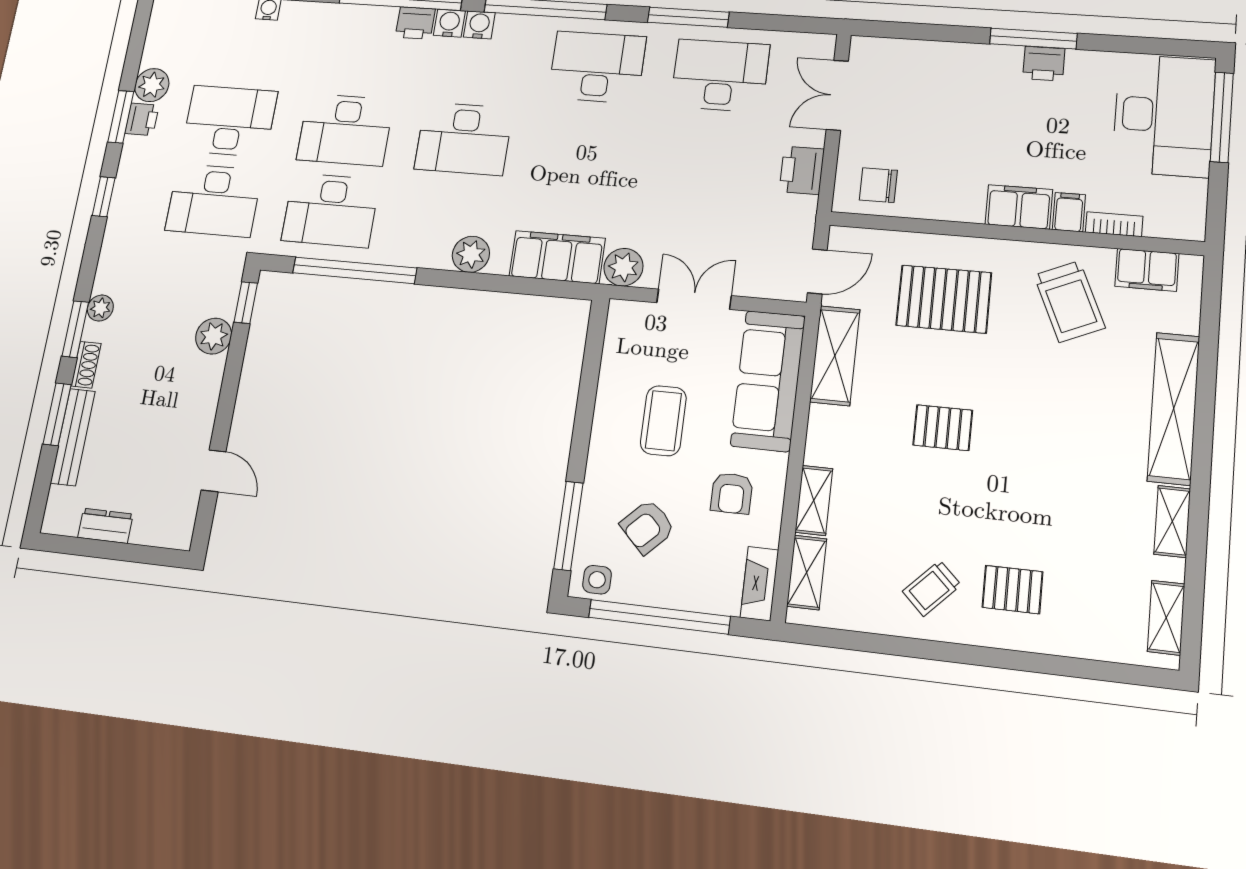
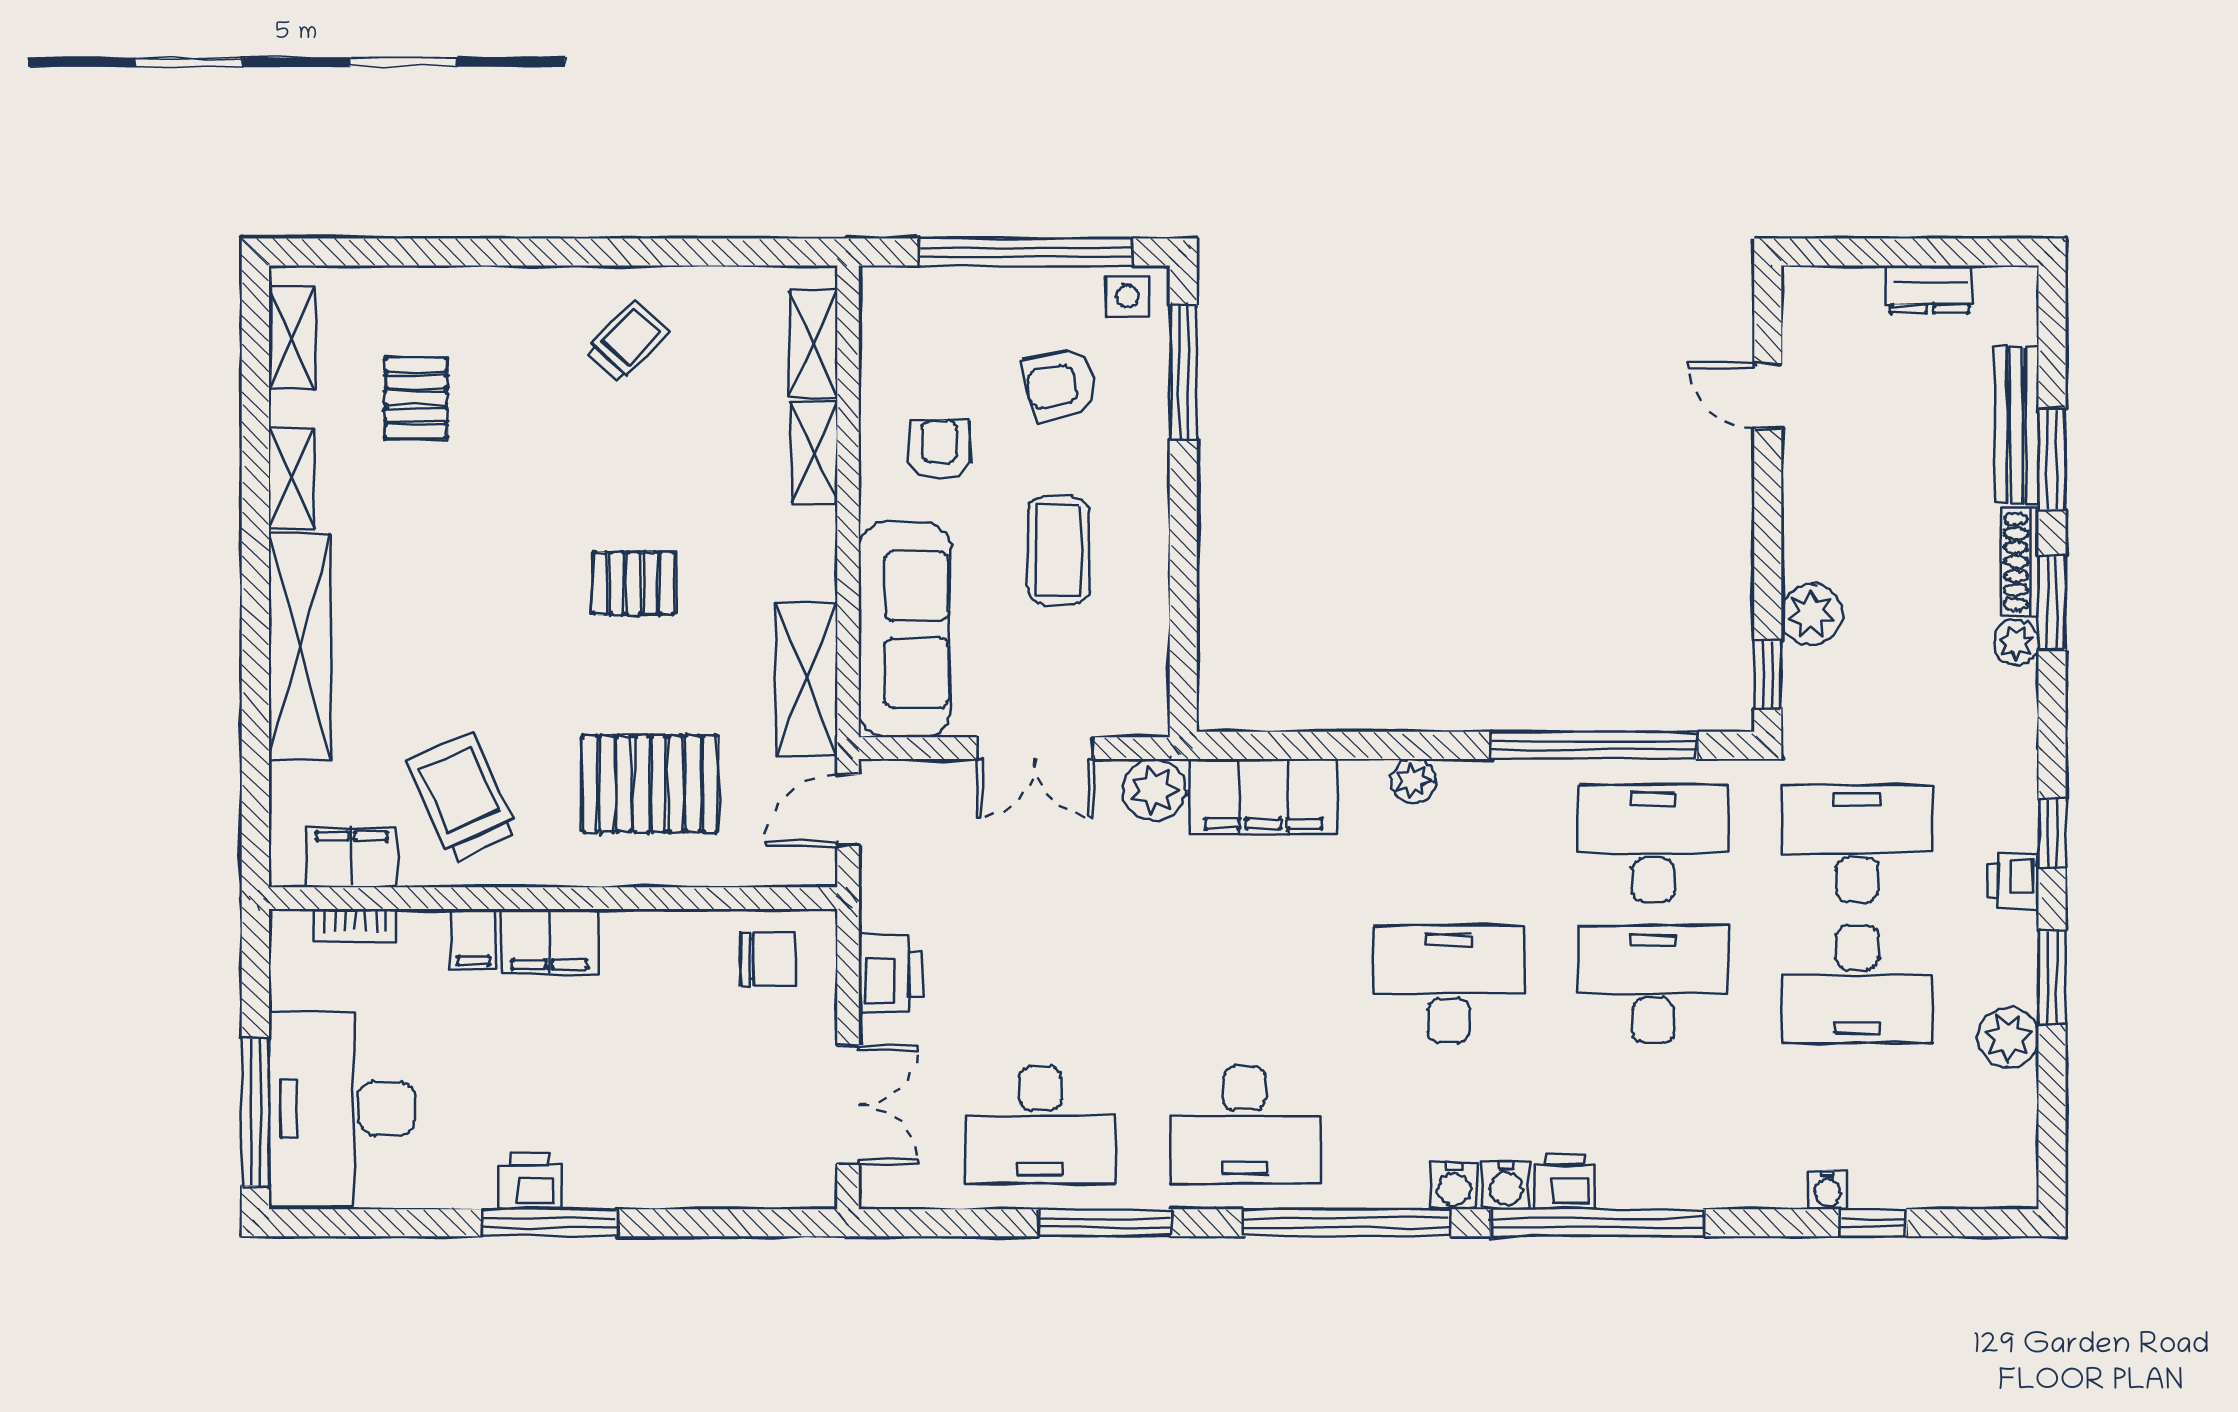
printer: (142, 119) -> (2013, 882), moved
bookcase: (1114, 224) -> (355, 926), moved
plant: (471, 254) -> (1413, 781), width x0.73, depth x0.73
shoe rack: (86, 365) -> (2020, 562), width x1.43
armchair: (647, 527) -> (1061, 385), turned -148
fireplace: (759, 584) -> (882, 319), removed
pallet: (1012, 590) -> (416, 398), moved, turned 90

